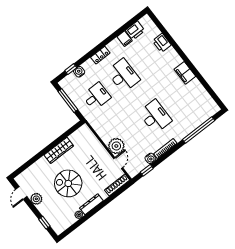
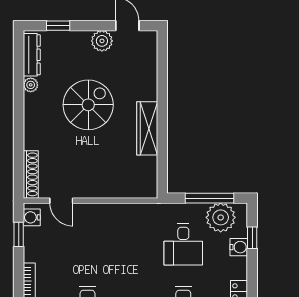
plant: (116, 146) -> (221, 217), moved
water cooler: (150, 158) -> (32, 217), moved
dresser: (91, 204) -> (32, 55), moved

